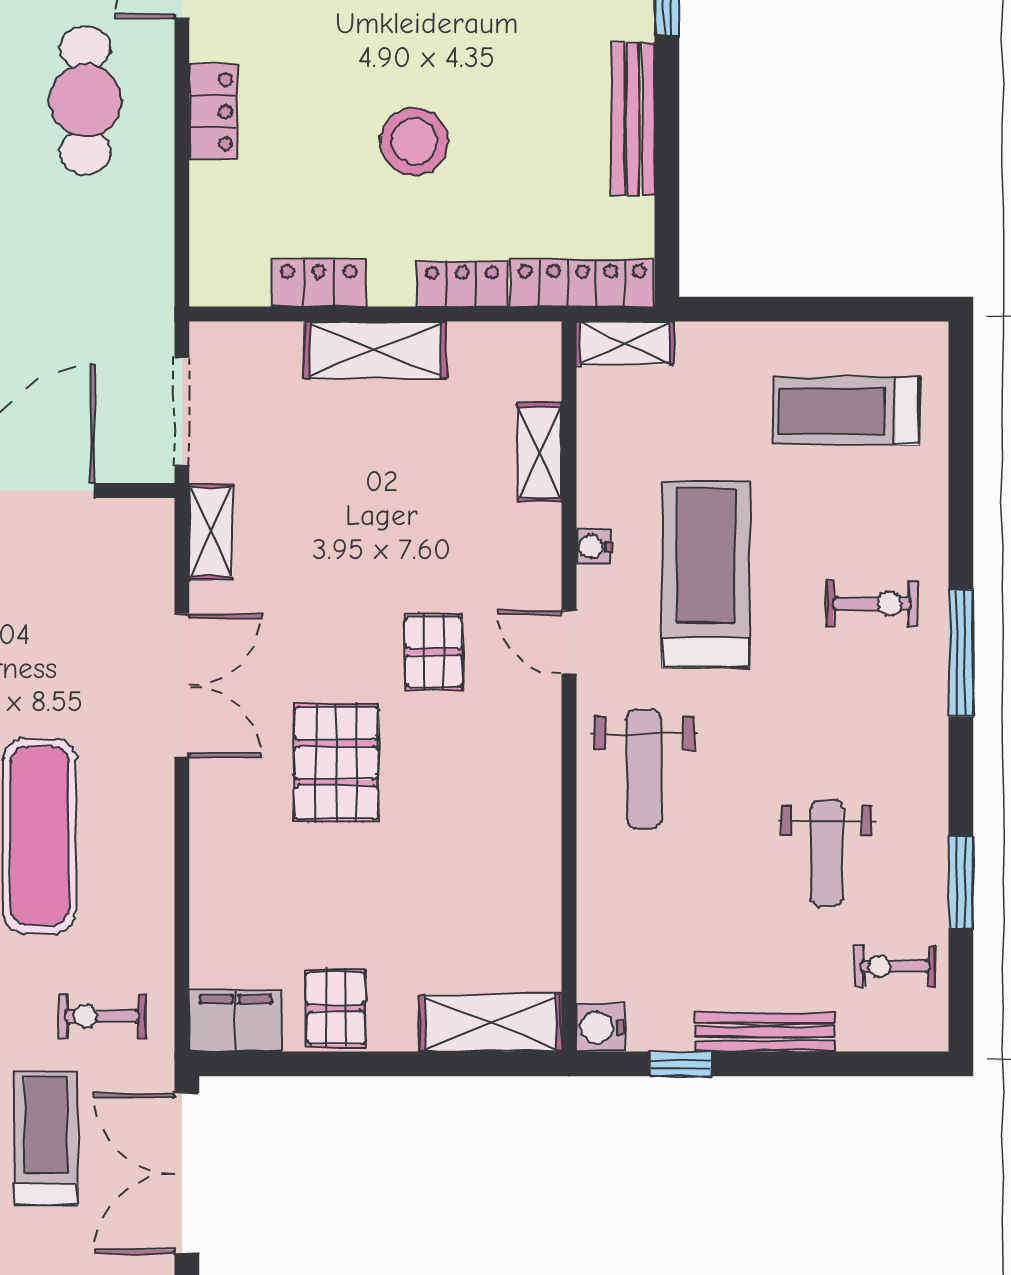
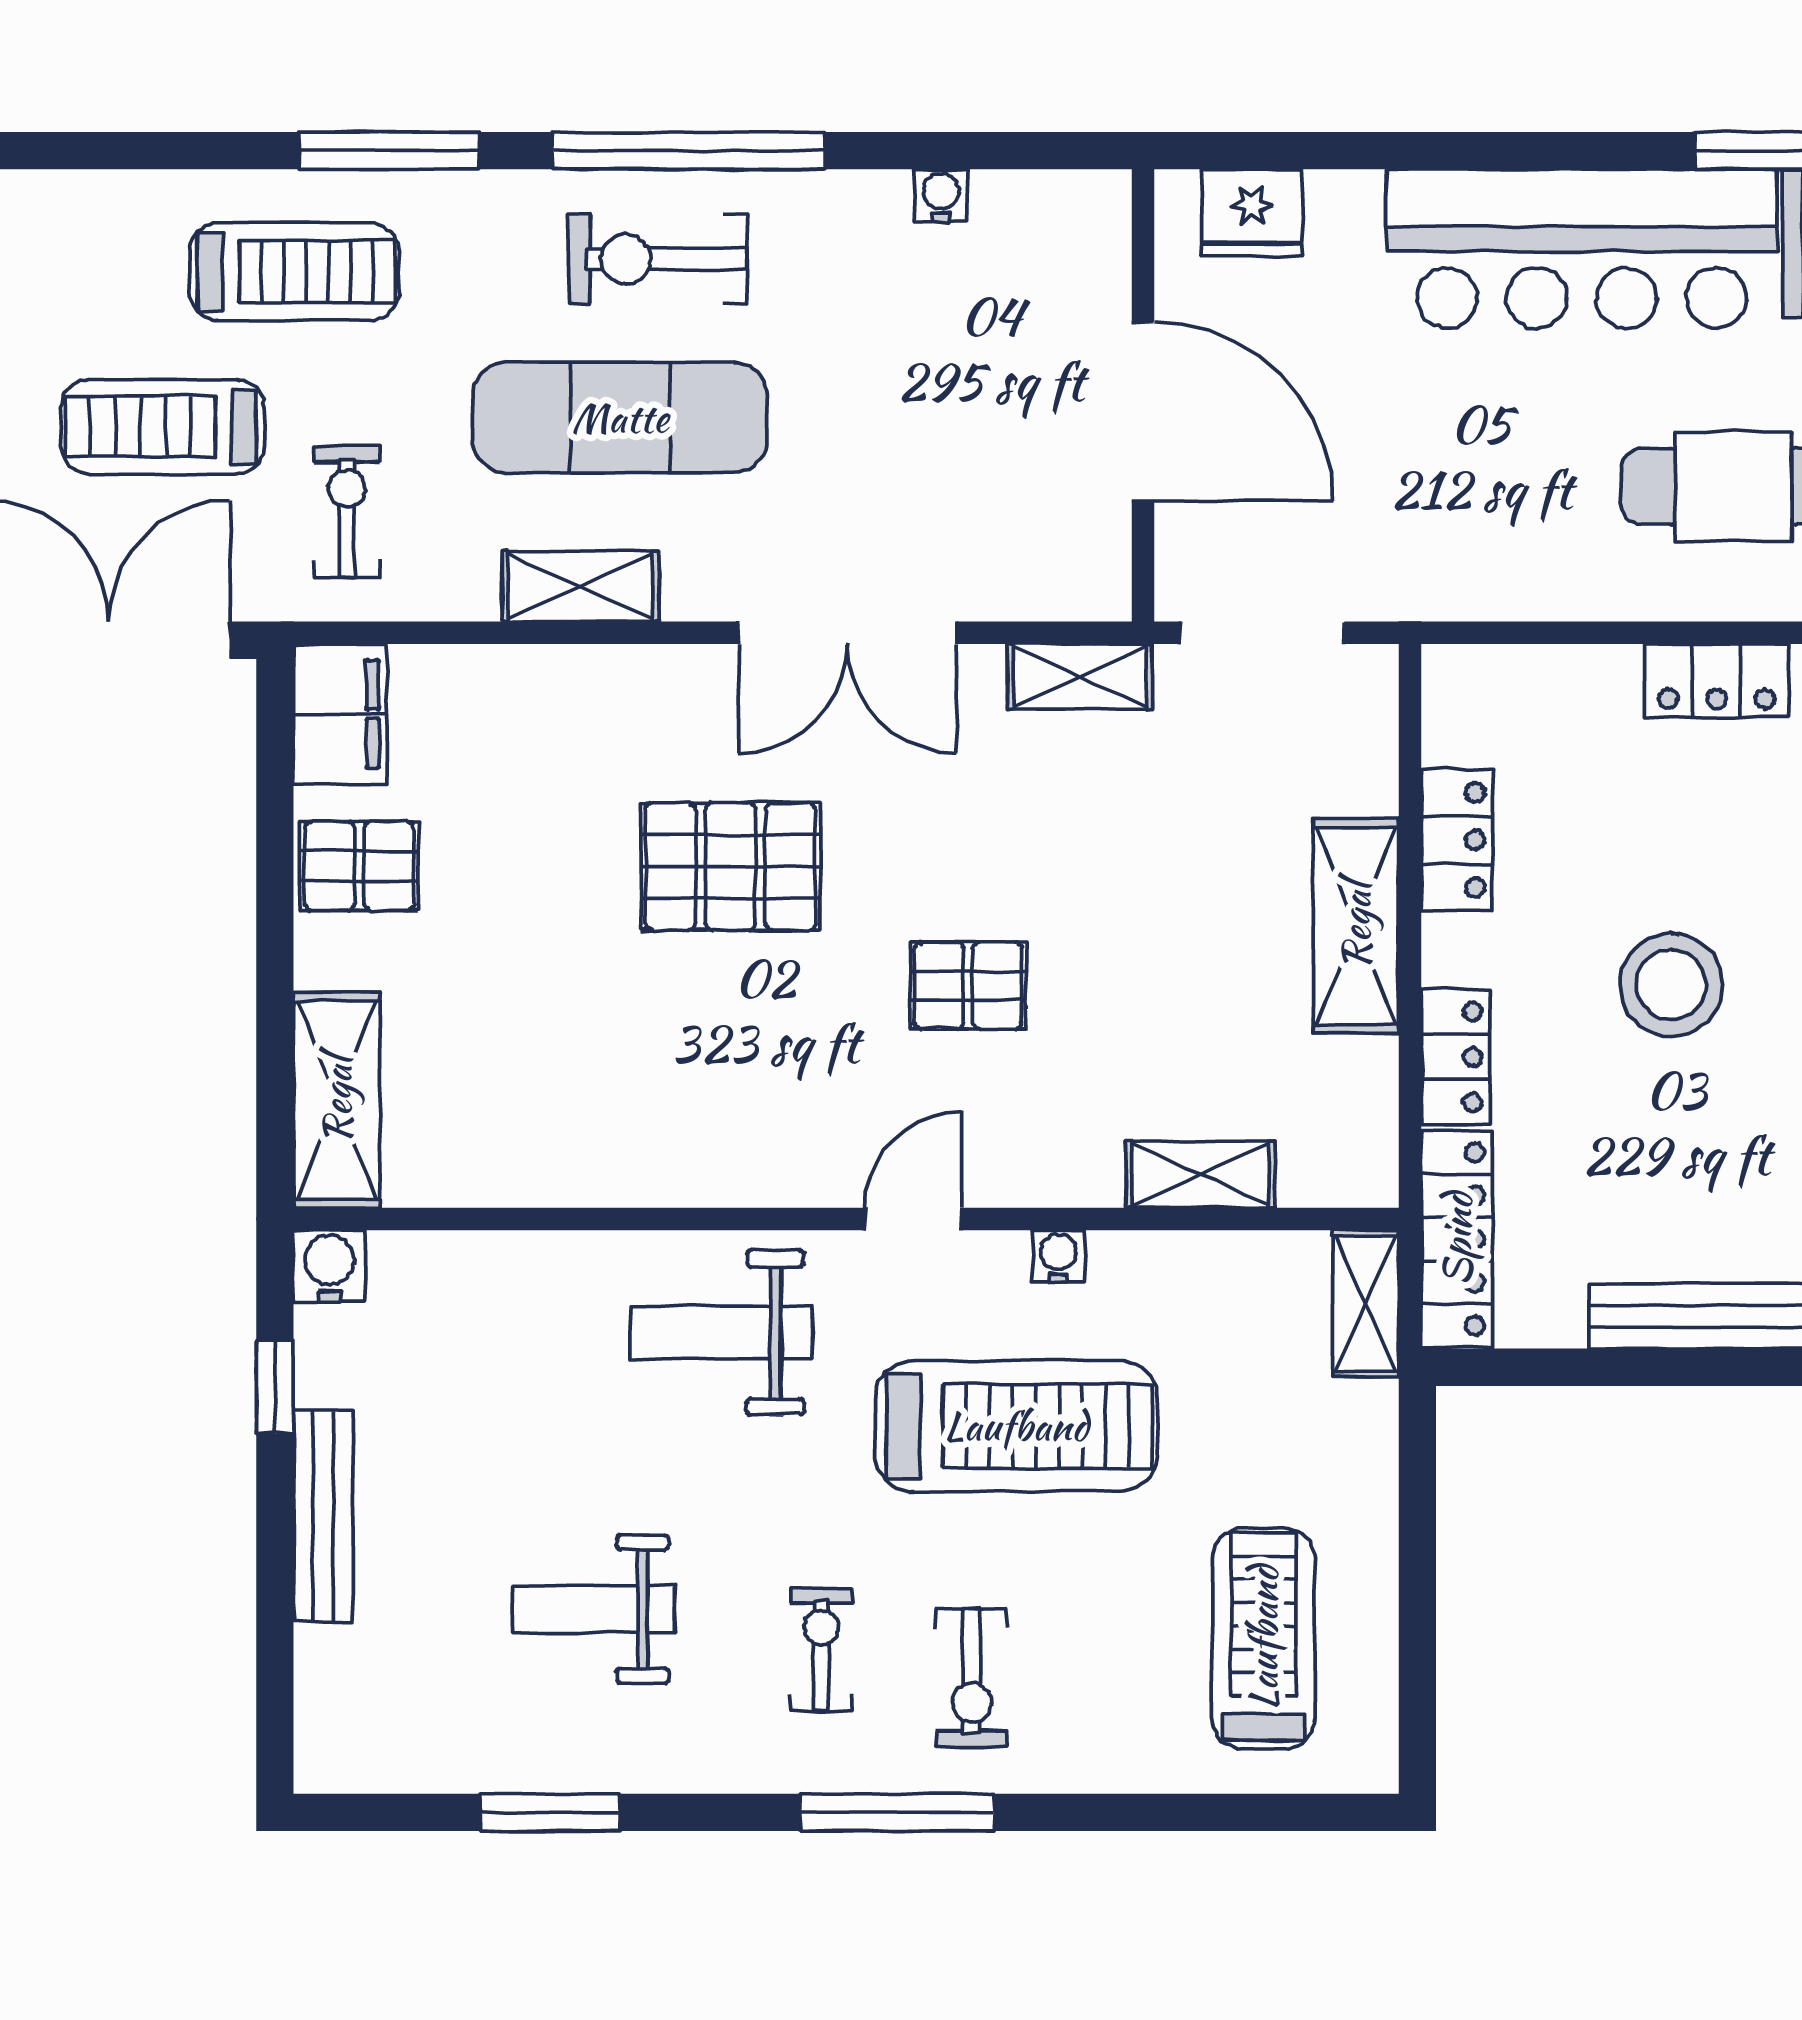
pallet: (434, 652) -> (968, 985), moved
shelving: (151, 862) -> (580, 586), added
exercise bike: (895, 967) -> (821, 1650), moved
treadmill: (46, 1138) -> (163, 427), turned 180

